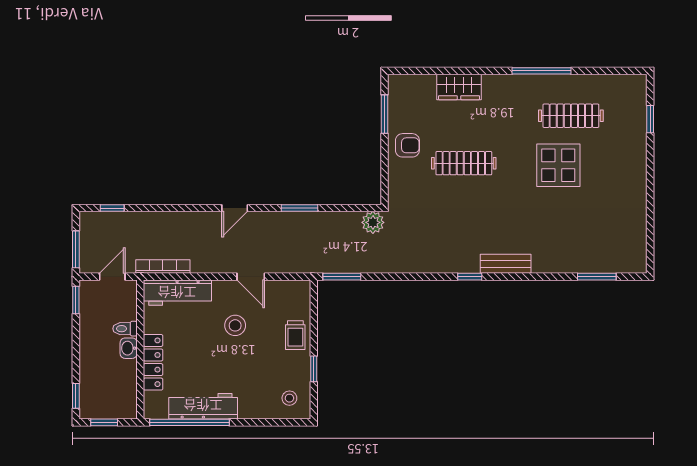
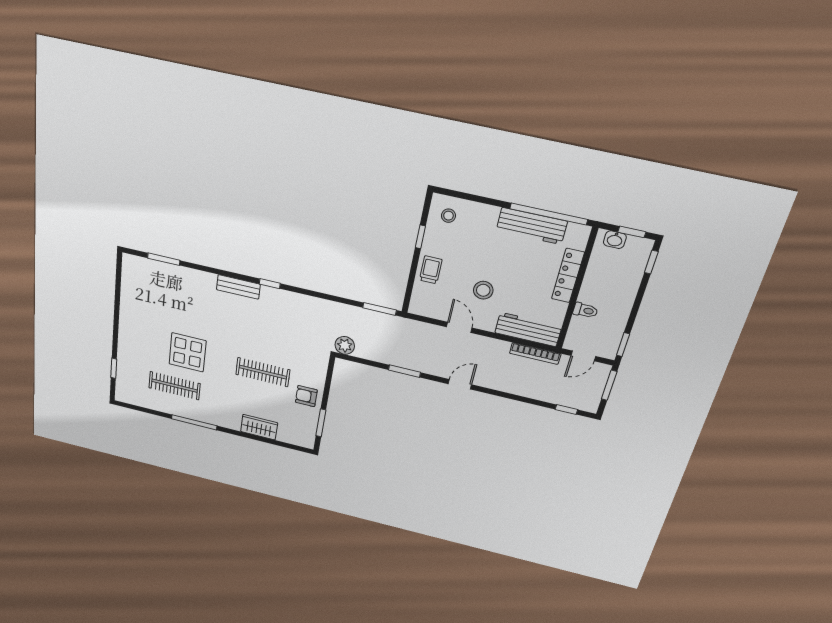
washbasin: (129, 348) -> (615, 240), moved, turned 90

